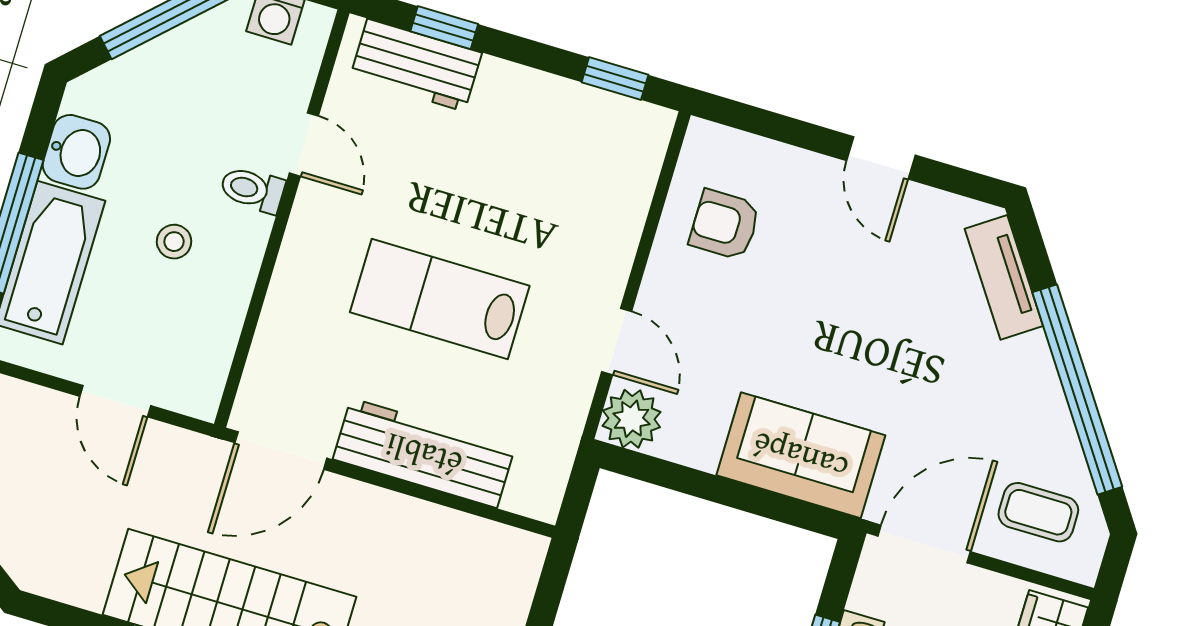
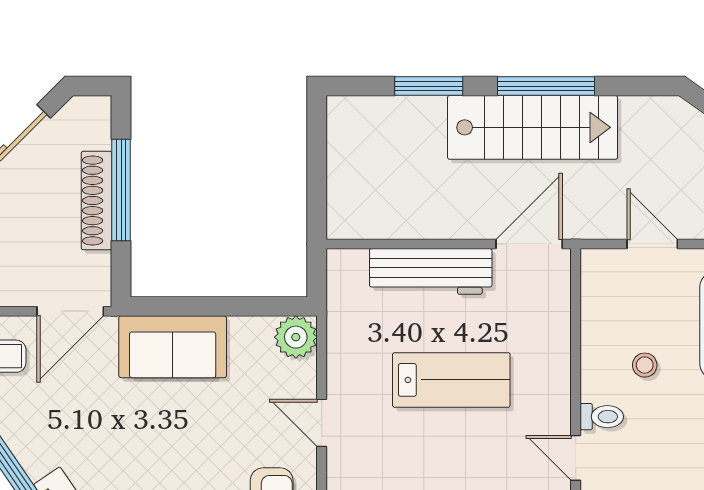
door: (617, 342) -> (322, 423), moved

